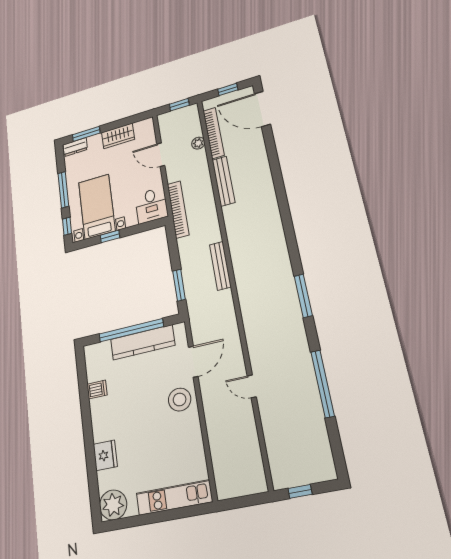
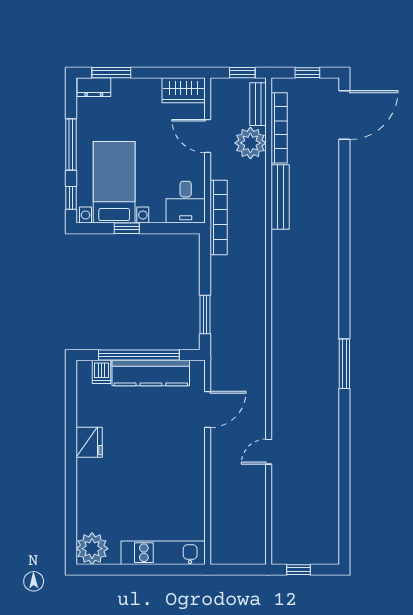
door: (262, 109) -> (344, 115), swing flipped
wardrobe: (118, 136) -> (184, 90), moved
plant: (198, 143) -> (250, 143), width x1.87, depth x1.87
bench: (220, 266) -> (258, 104), moved, width x0.73
window: (322, 384) -> (344, 465), removed
door: (252, 386) -> (269, 452), hinge flipped
dishwasher: (97, 390) -> (101, 372), moved, turned 90
stool: (180, 399) -> (185, 449), removed
fridge: (105, 455) -> (89, 442), moved

